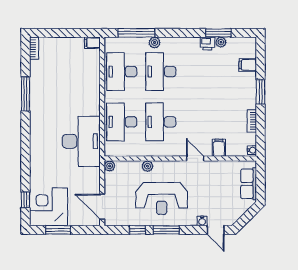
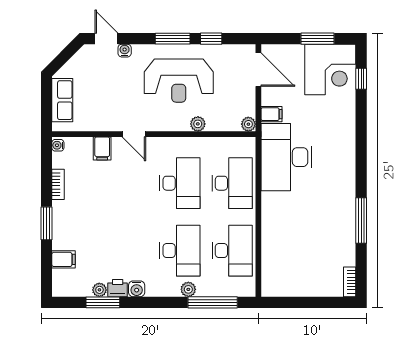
filing cabinet: (92, 43) -> (271, 114), moved
water cooler: (193, 43) -> (137, 289), added
reception desk: (162, 198) -> (179, 81), turned 180

